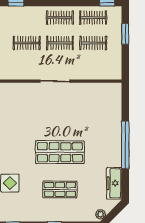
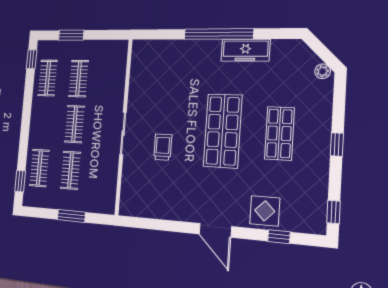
clothes rail: (60, 18) -> (39, 168), moved
trolley: (47, 111) -> (163, 147), added
freezer: (114, 183) -> (245, 50), moved

